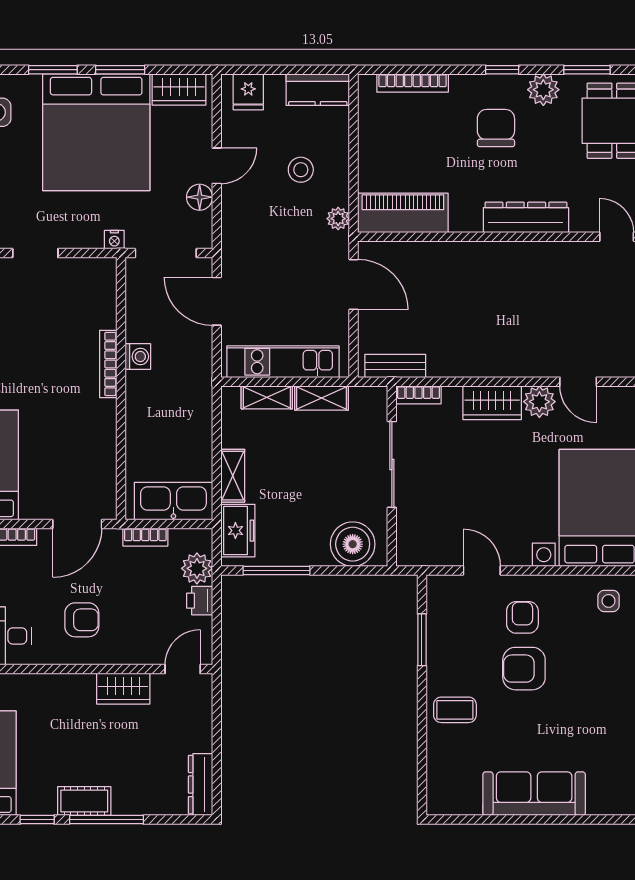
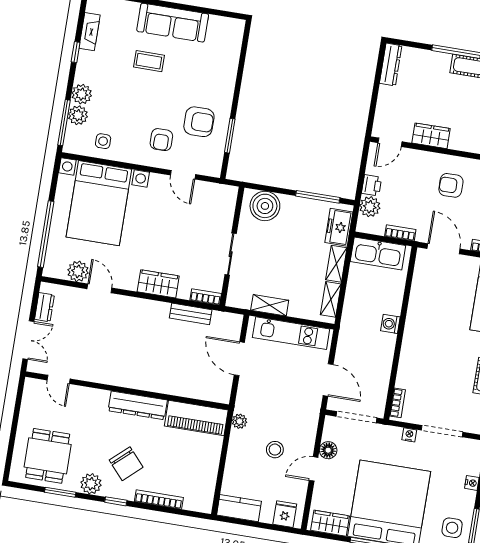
bookcase: (413, 83) -> (159, 499), moved
chair: (496, 128) -> (126, 464), turned -42
stool: (301, 170) -> (275, 450), moved
dresser: (526, 217) -> (138, 405), moved
nightstand: (114, 240) -> (409, 435), moved
doorway: (35, 253) -> (442, 431), width x1.38
door: (354, 284) -> (239, 359), moved
washing machine: (138, 357) -> (390, 324), moved
bookcase: (108, 364) -> (397, 403), moved, width x0.64
bench: (395, 366) -> (191, 314), moved
shelving: (267, 397) -> (331, 299), moved, turned 90
plant: (539, 402) -> (78, 271), moved
sliding door: (392, 464) -> (231, 254), width x0.73
door: (77, 524) -> (444, 249), hinge flipped
armchair: (524, 669) -> (199, 122), moved
coffee table: (455, 710) -> (149, 61), moved

